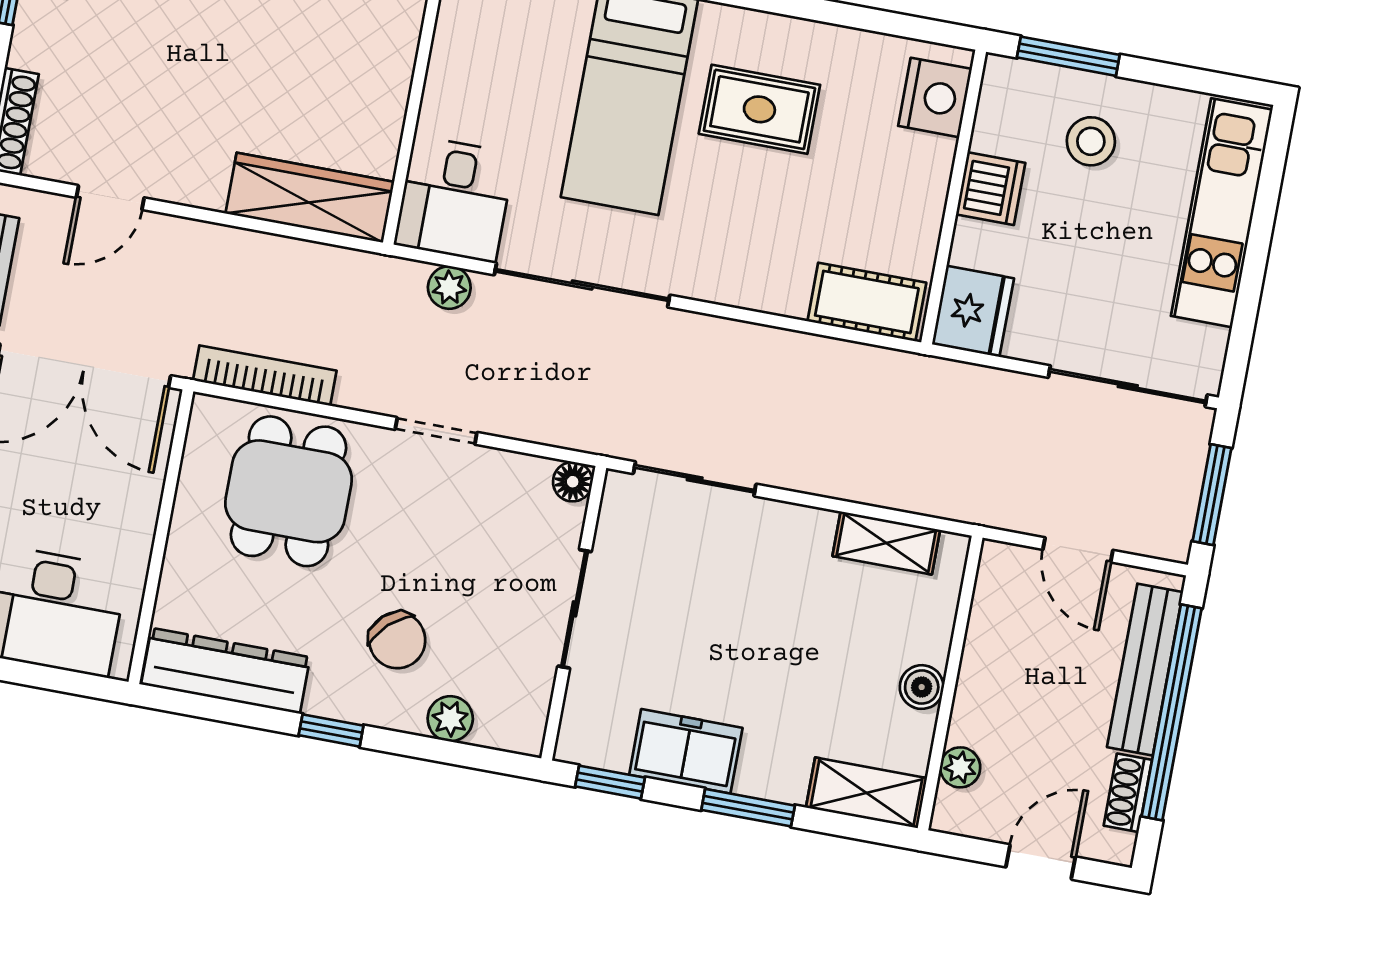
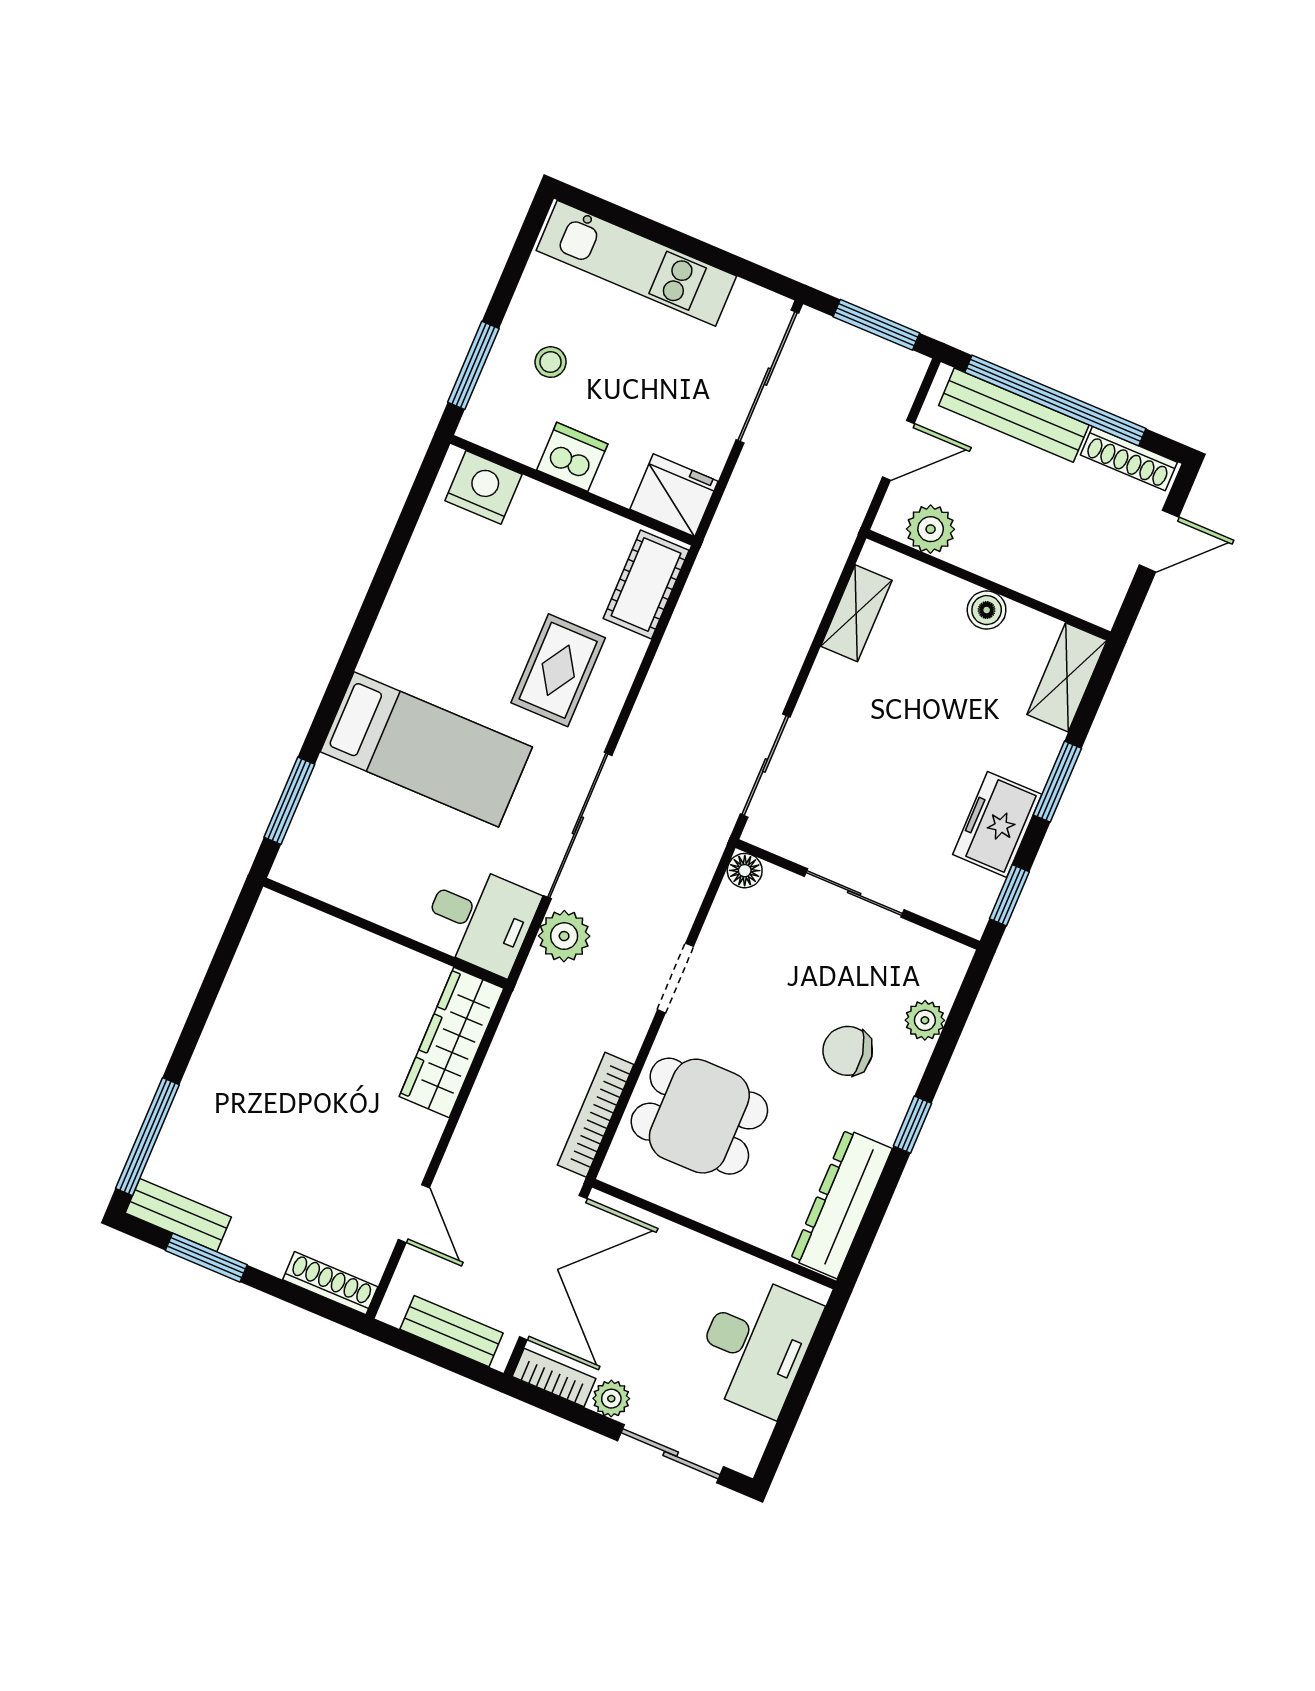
rug: (759, 109) -> (558, 670), moved
stool: (1091, 141) -> (551, 362), width x0.73, depth x0.73
plant: (449, 287) -> (564, 936), width x1.38, depth x1.38
chair: (397, 640) -> (848, 1051), turned -147
plant: (960, 767) -> (931, 529), moved, width x1.38, depth x1.38
shoe rack: (1128, 793) -> (1129, 459), width x1.43
door: (1041, 862) -> (1159, 541), swing flipped

